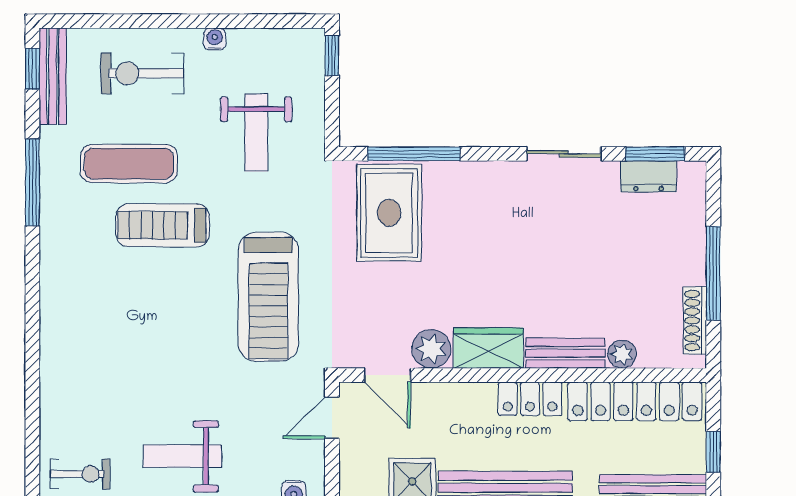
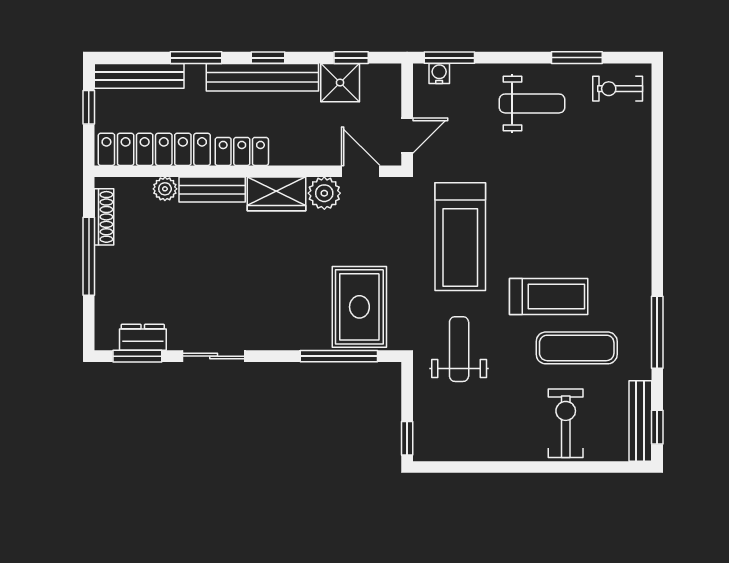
water cooler: (215, 39) -> (505, 452), removed
exercise bike: (142, 73) -> (566, 423), turned -90
weight bench: (256, 133) -> (459, 349), moved
treadmill: (268, 297) -> (460, 237), turned 180

